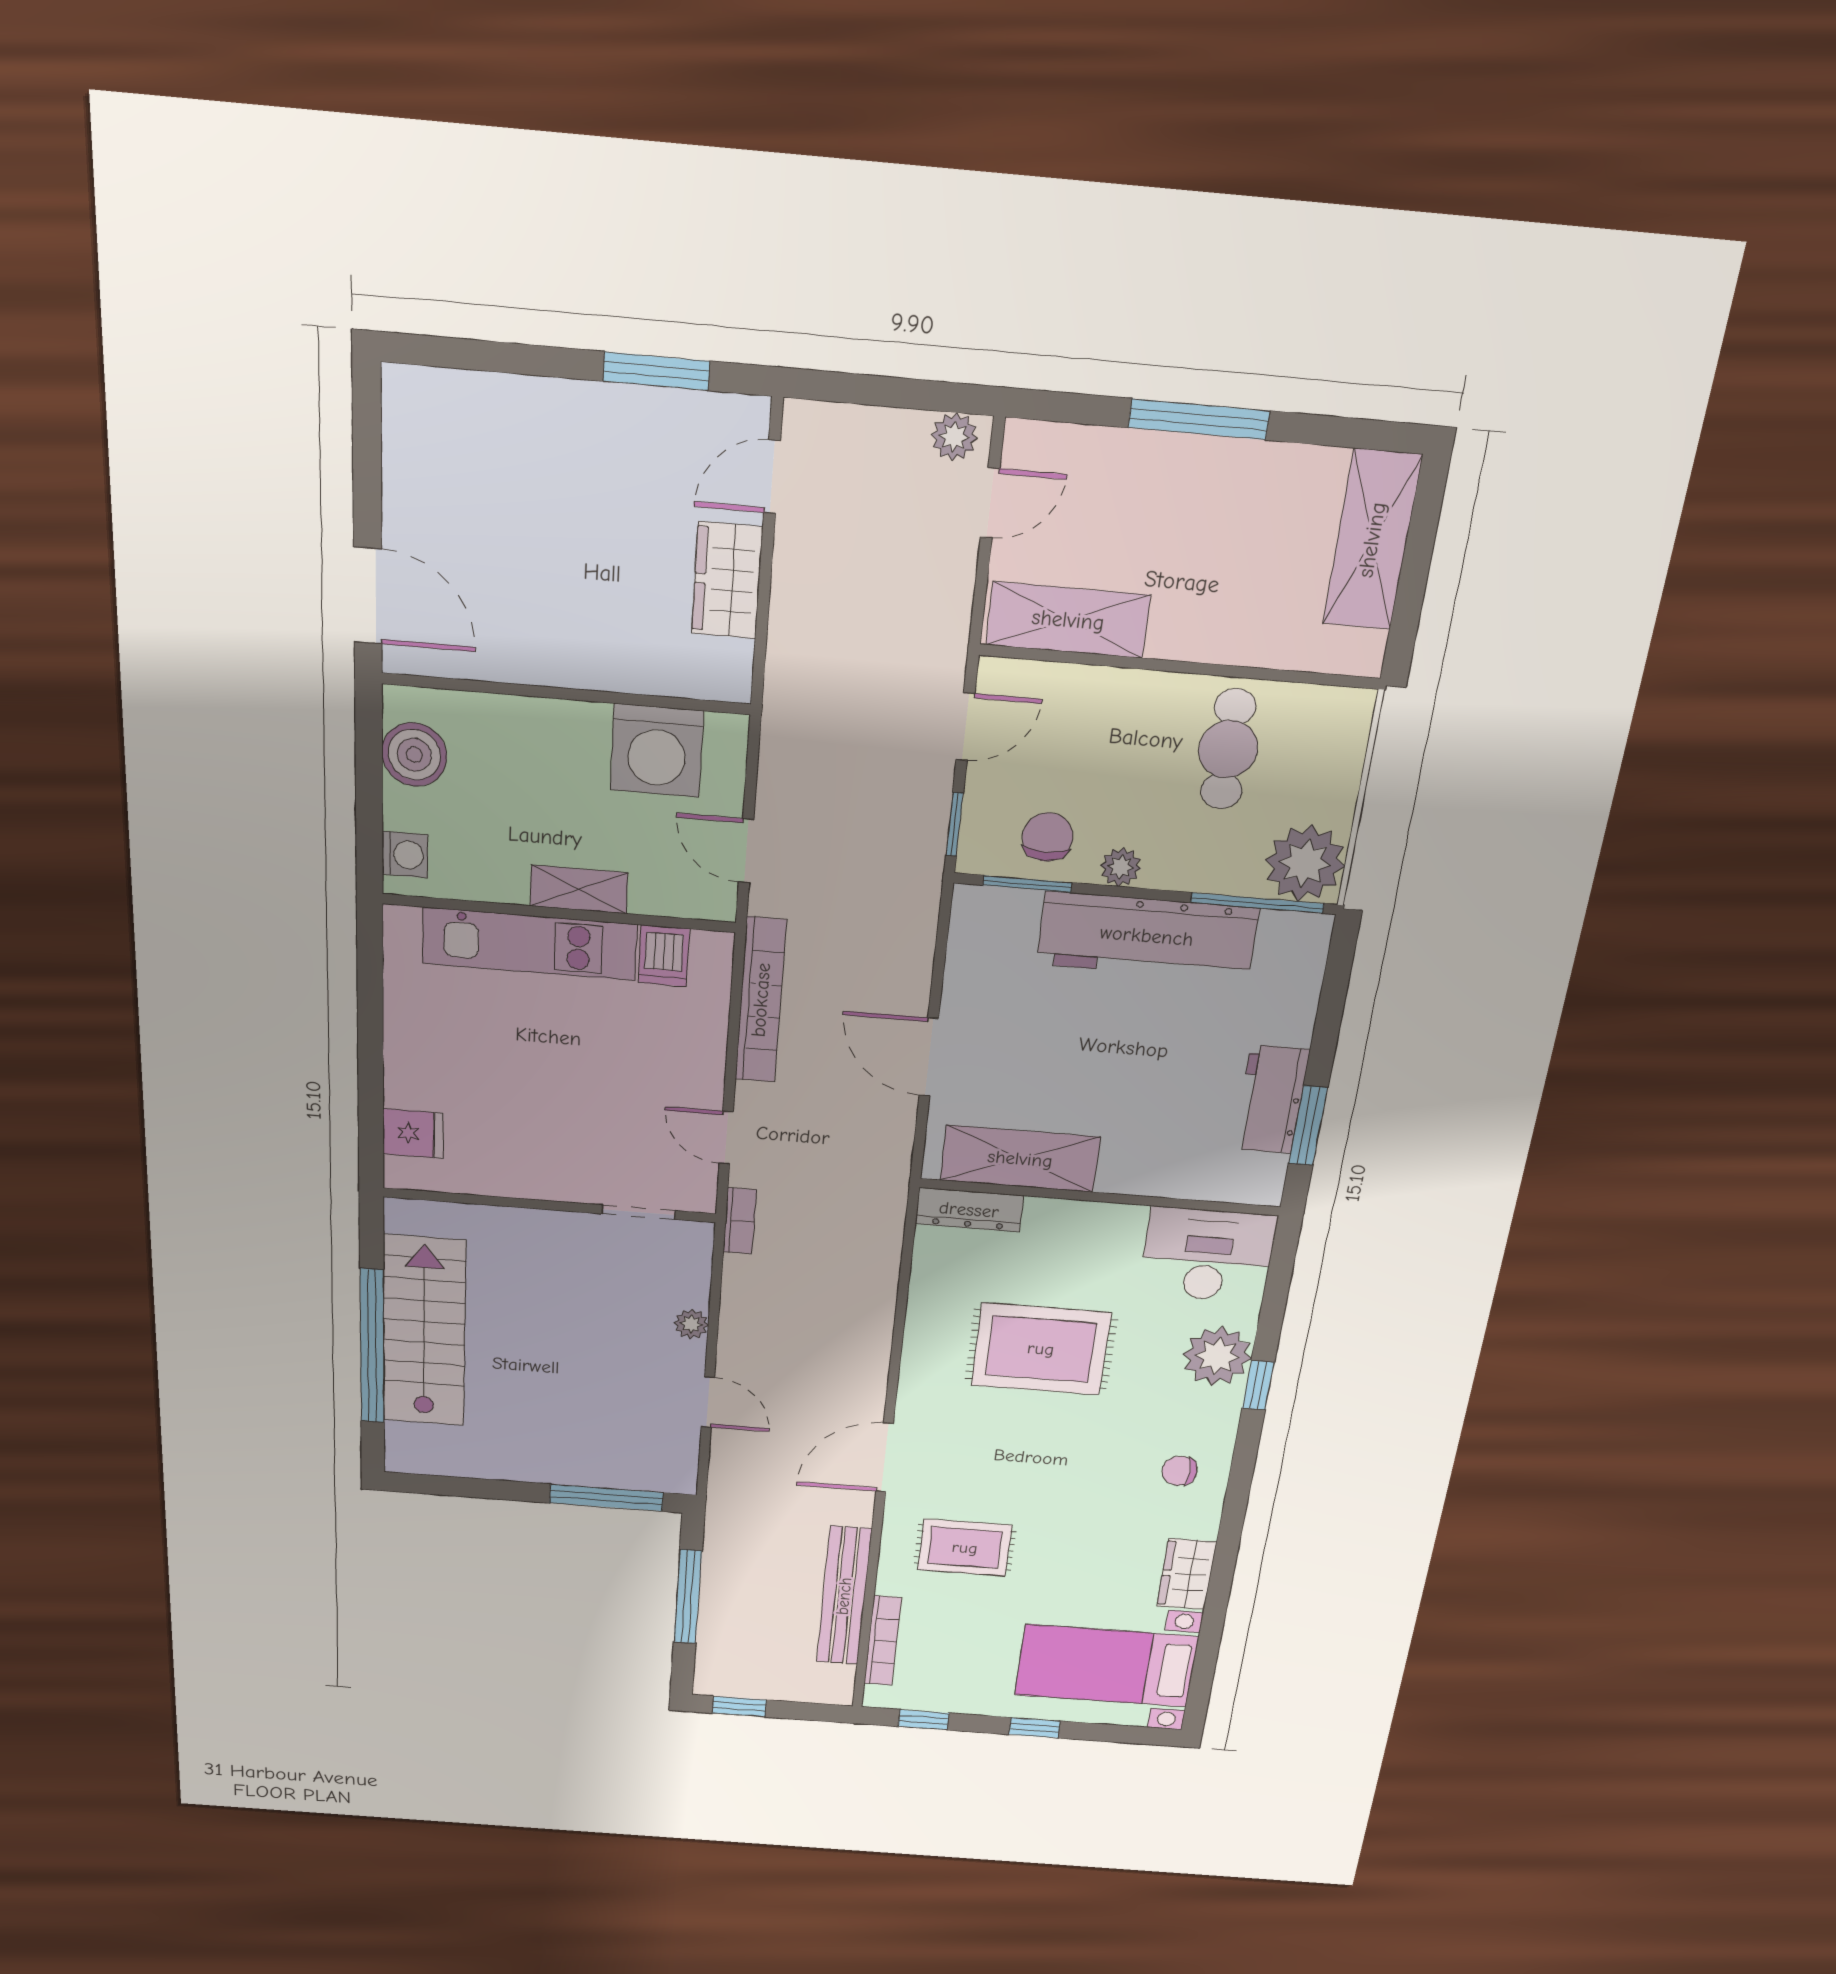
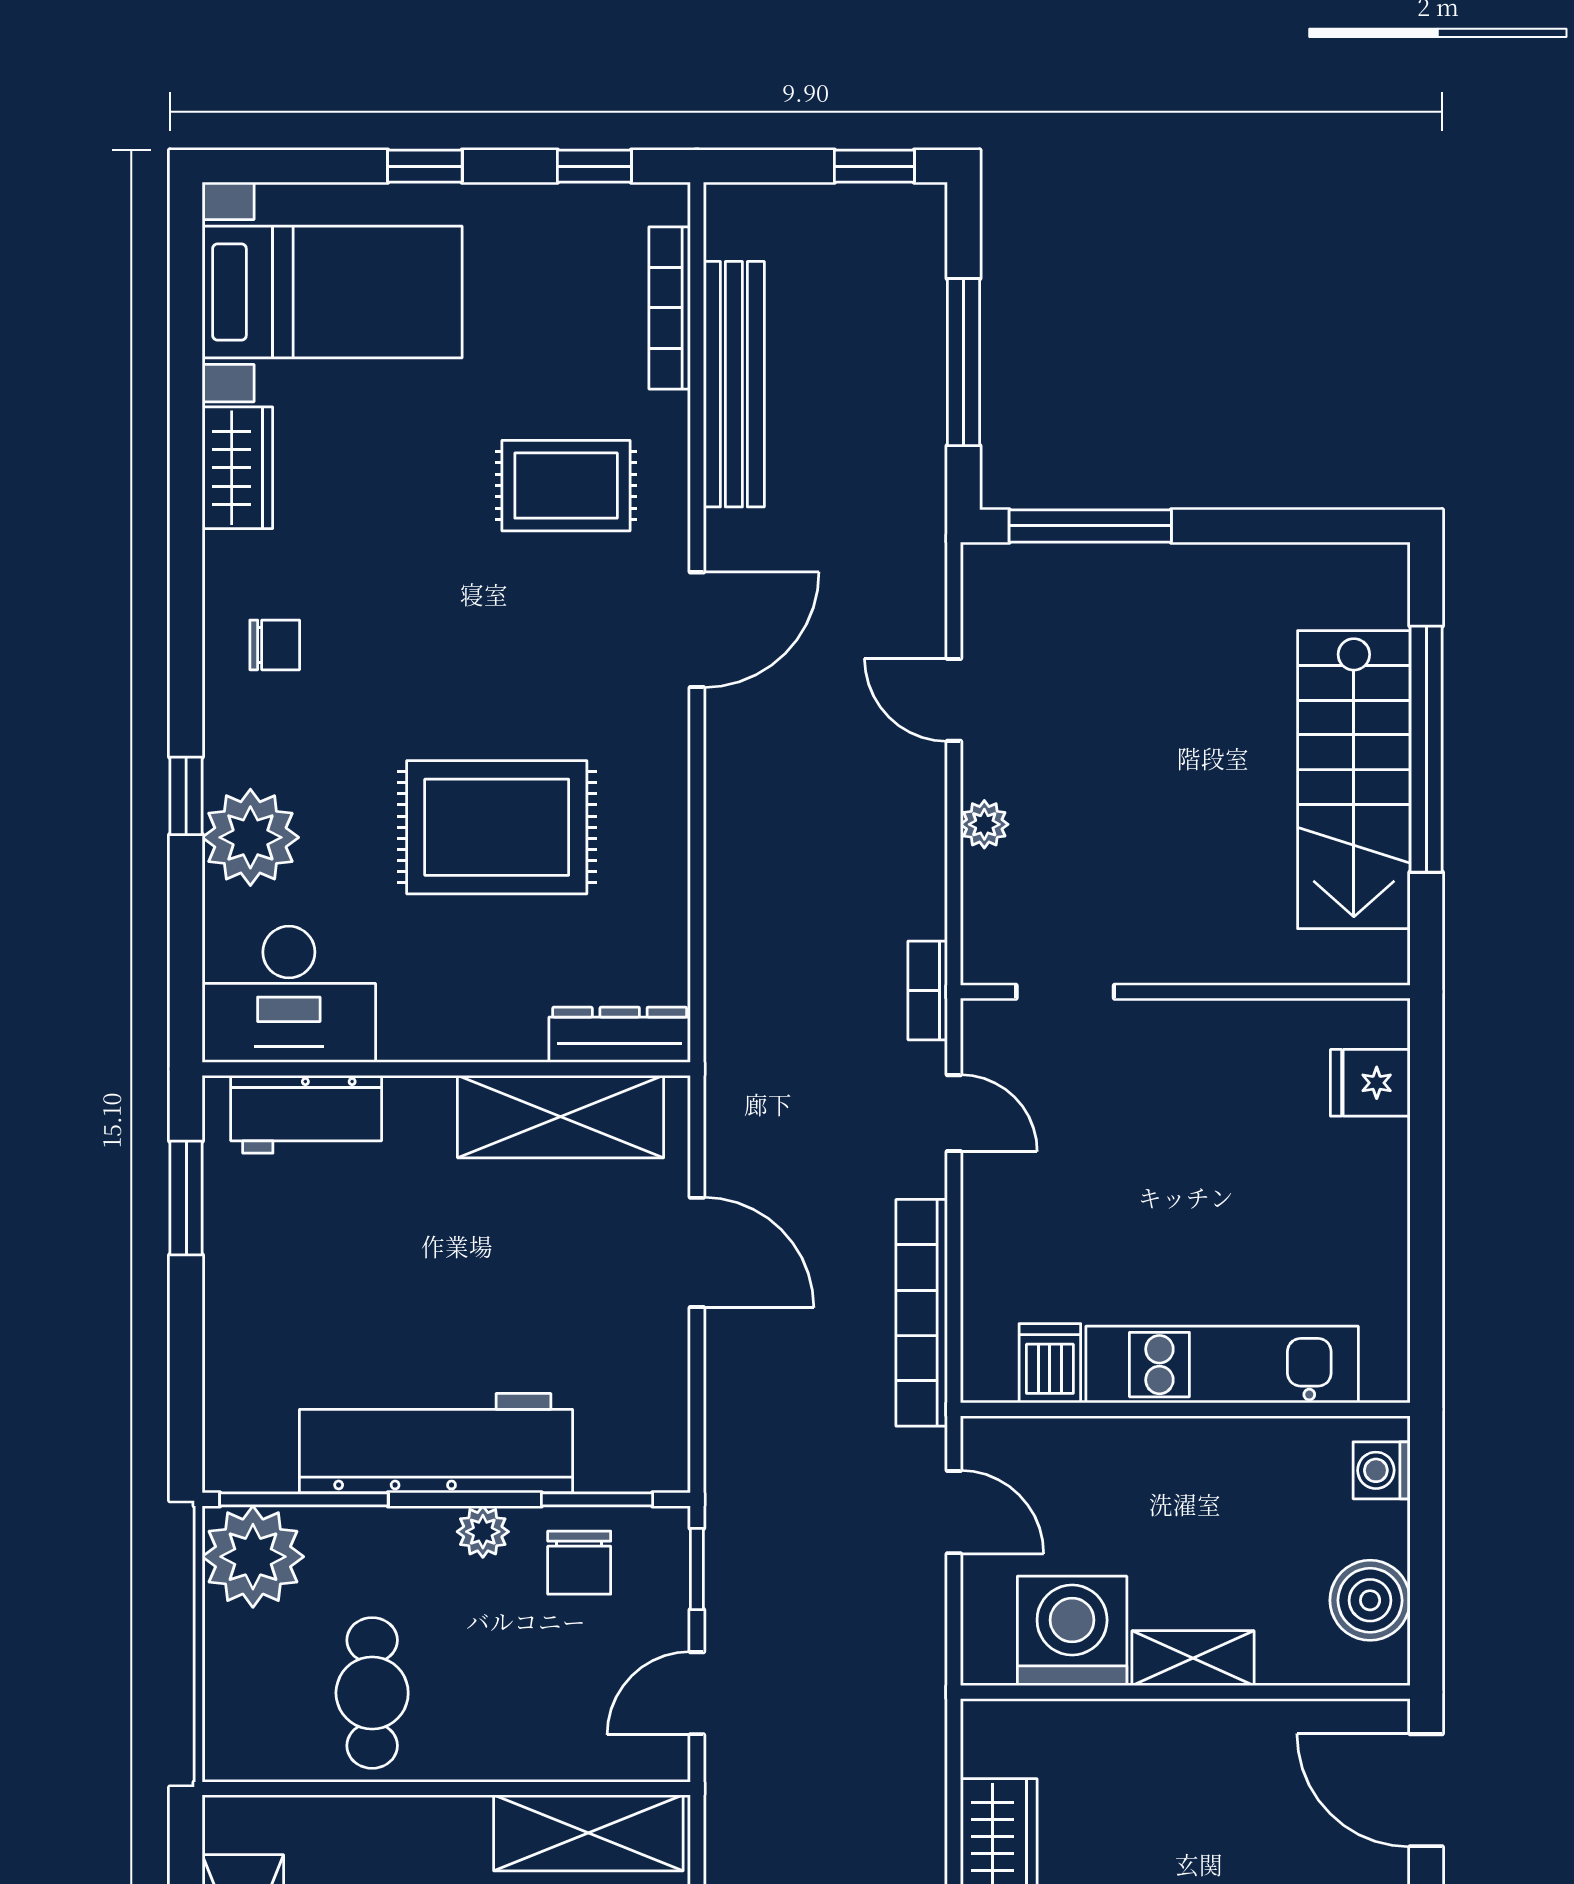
shelving: (579, 889) -> (1193, 1658), moved
workbench: (1271, 1099) -> (306, 1114), moved, turned 90

